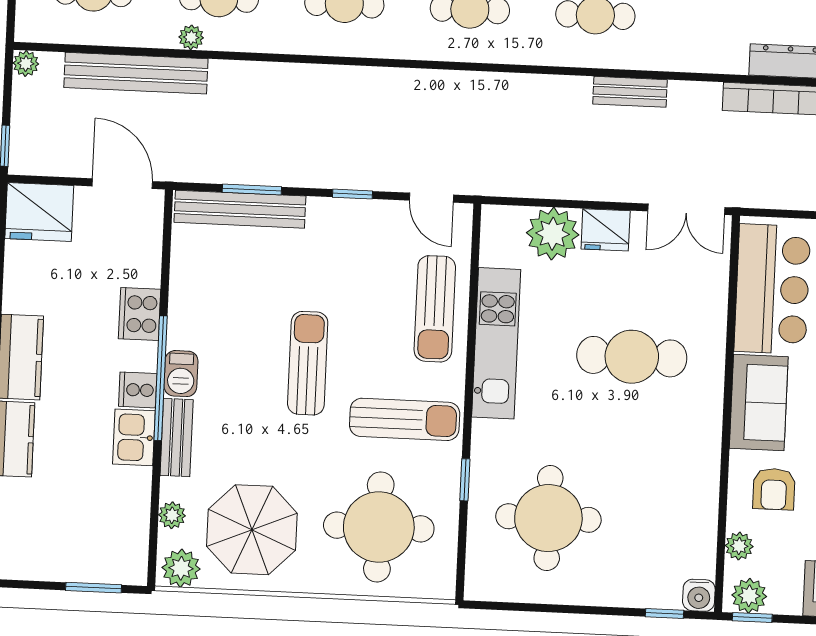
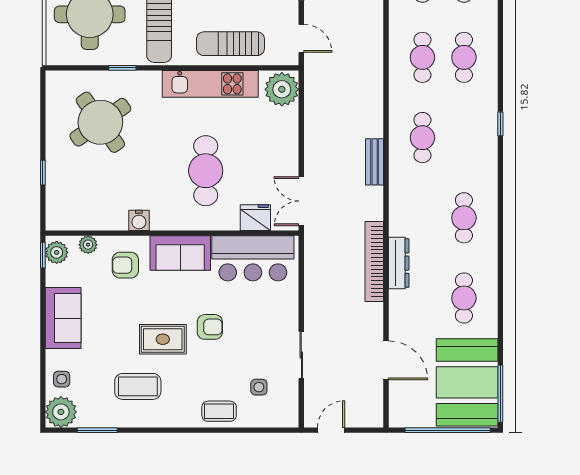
door: (431, 198) -> (301, 38), swing flipped
fridge: (606, 230) -> (255, 218), moved, turned 90
plant: (553, 234) -> (282, 89), moved
round table: (548, 518) -> (100, 122), turned -35
water cooler: (699, 595) -> (139, 220), moved, turned -90
window: (665, 614) -> (43, 173), moved

